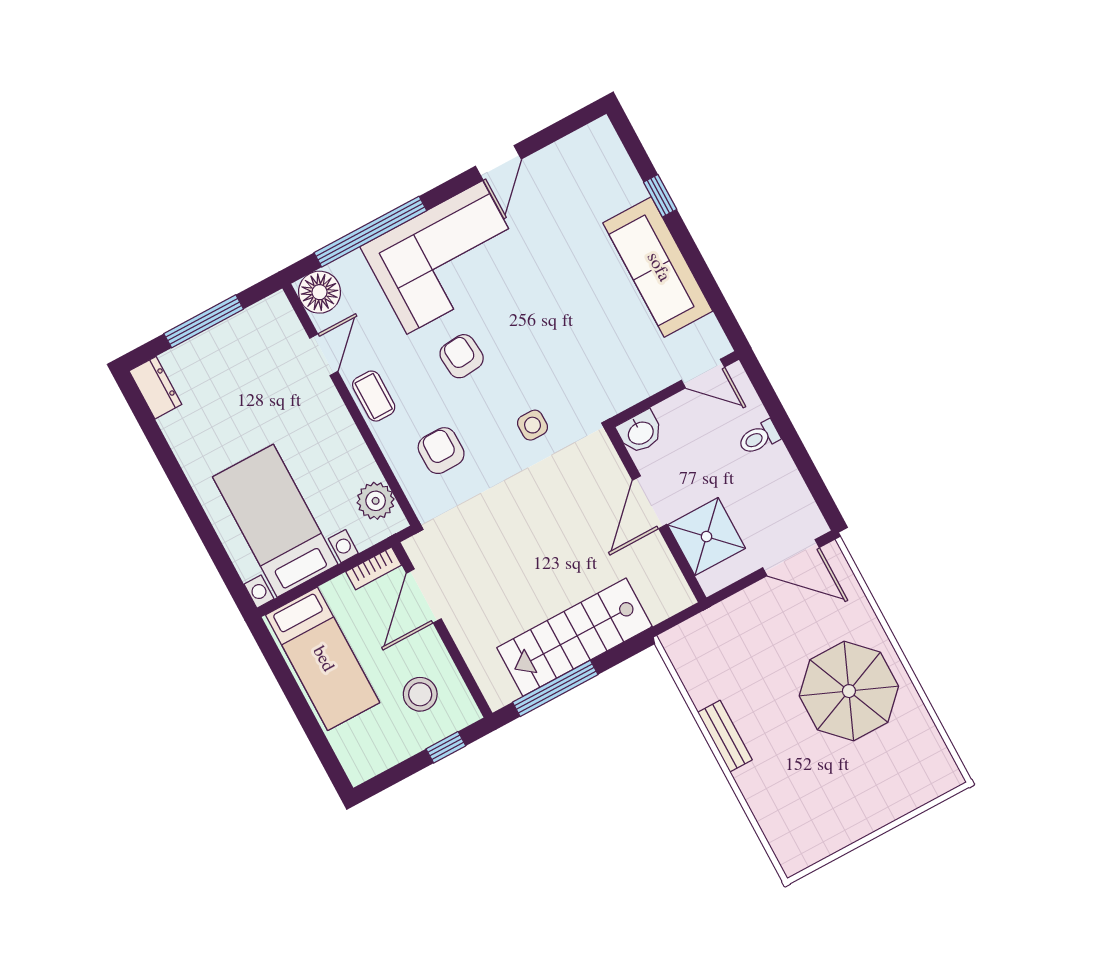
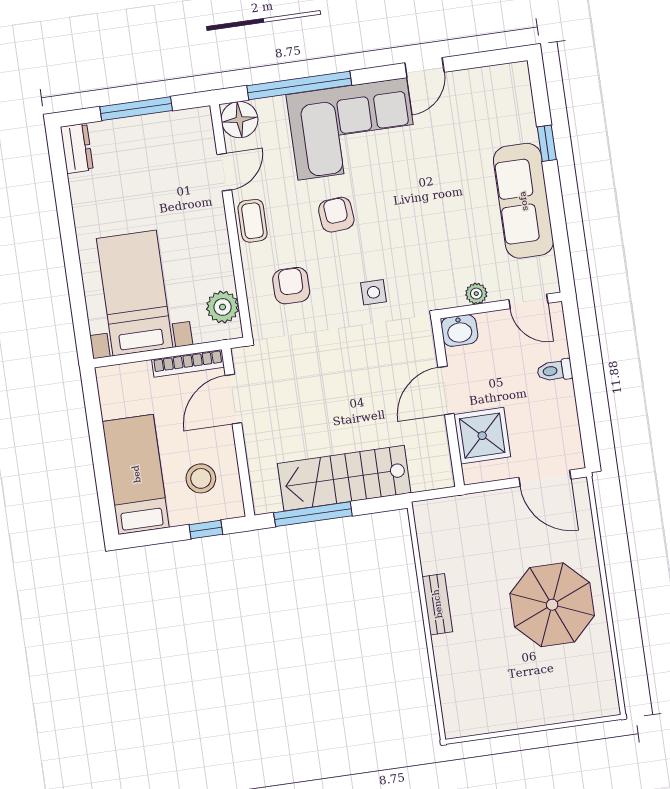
plant: (644, 386) -> (476, 294), added
bookcase: (374, 568) -> (188, 363), width x1.56
bed: (323, 659) -> (136, 474), moved, turned 180

